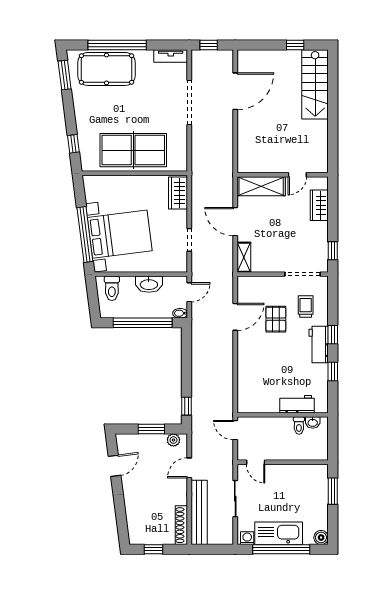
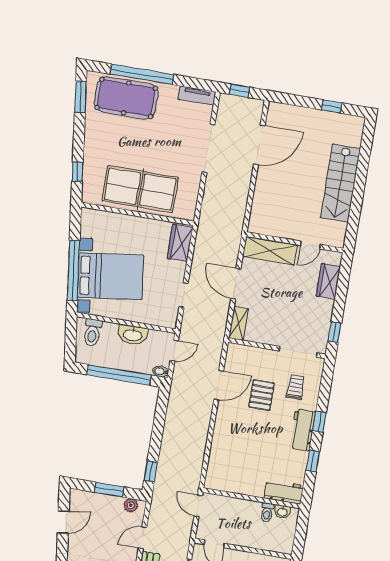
stairs: (315, 84) -> (340, 183), moved
workbench: (297, 404) -> (284, 492), moved

